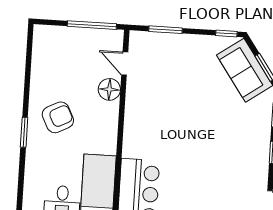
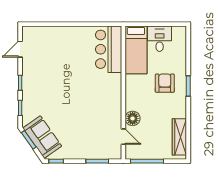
wardrobe: (42, 58) -> (179, 137), added
armchair: (58, 117) -> (165, 83), moved, turned 117

